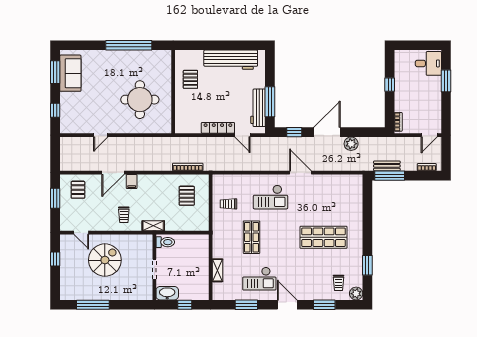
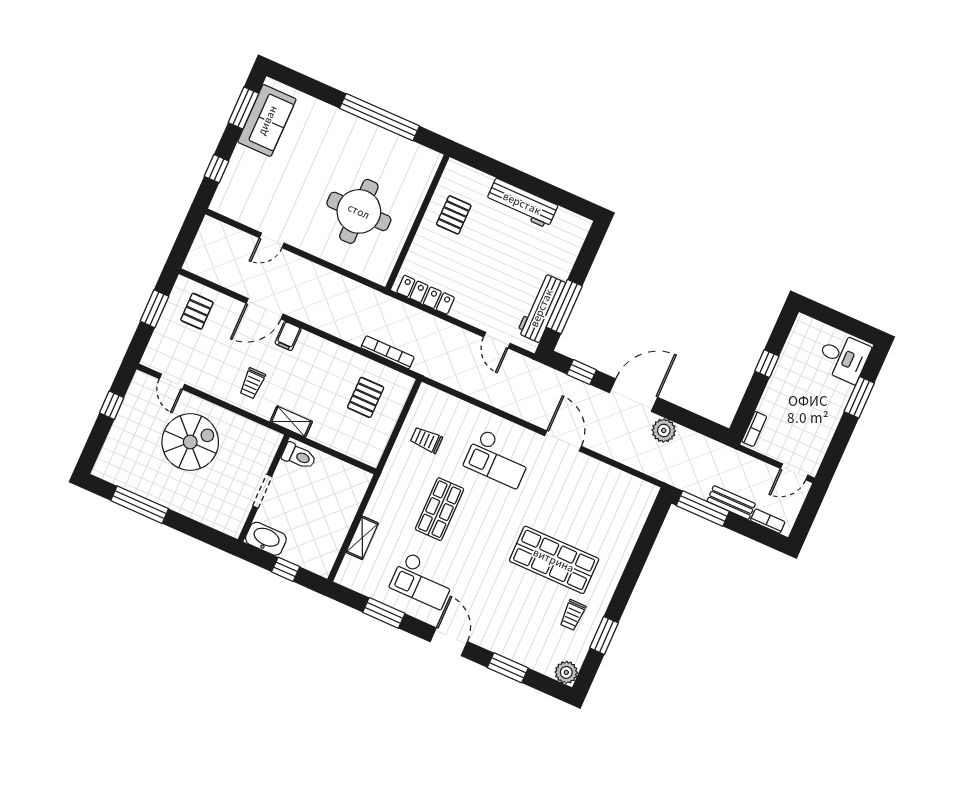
workbench: (231, 60) -> (522, 203), width x0.73, depth x0.76
locker: (218, 128) -> (426, 295), moved
bench: (387, 166) -> (731, 503), moved
trolley: (339, 283) -> (573, 615), moved

